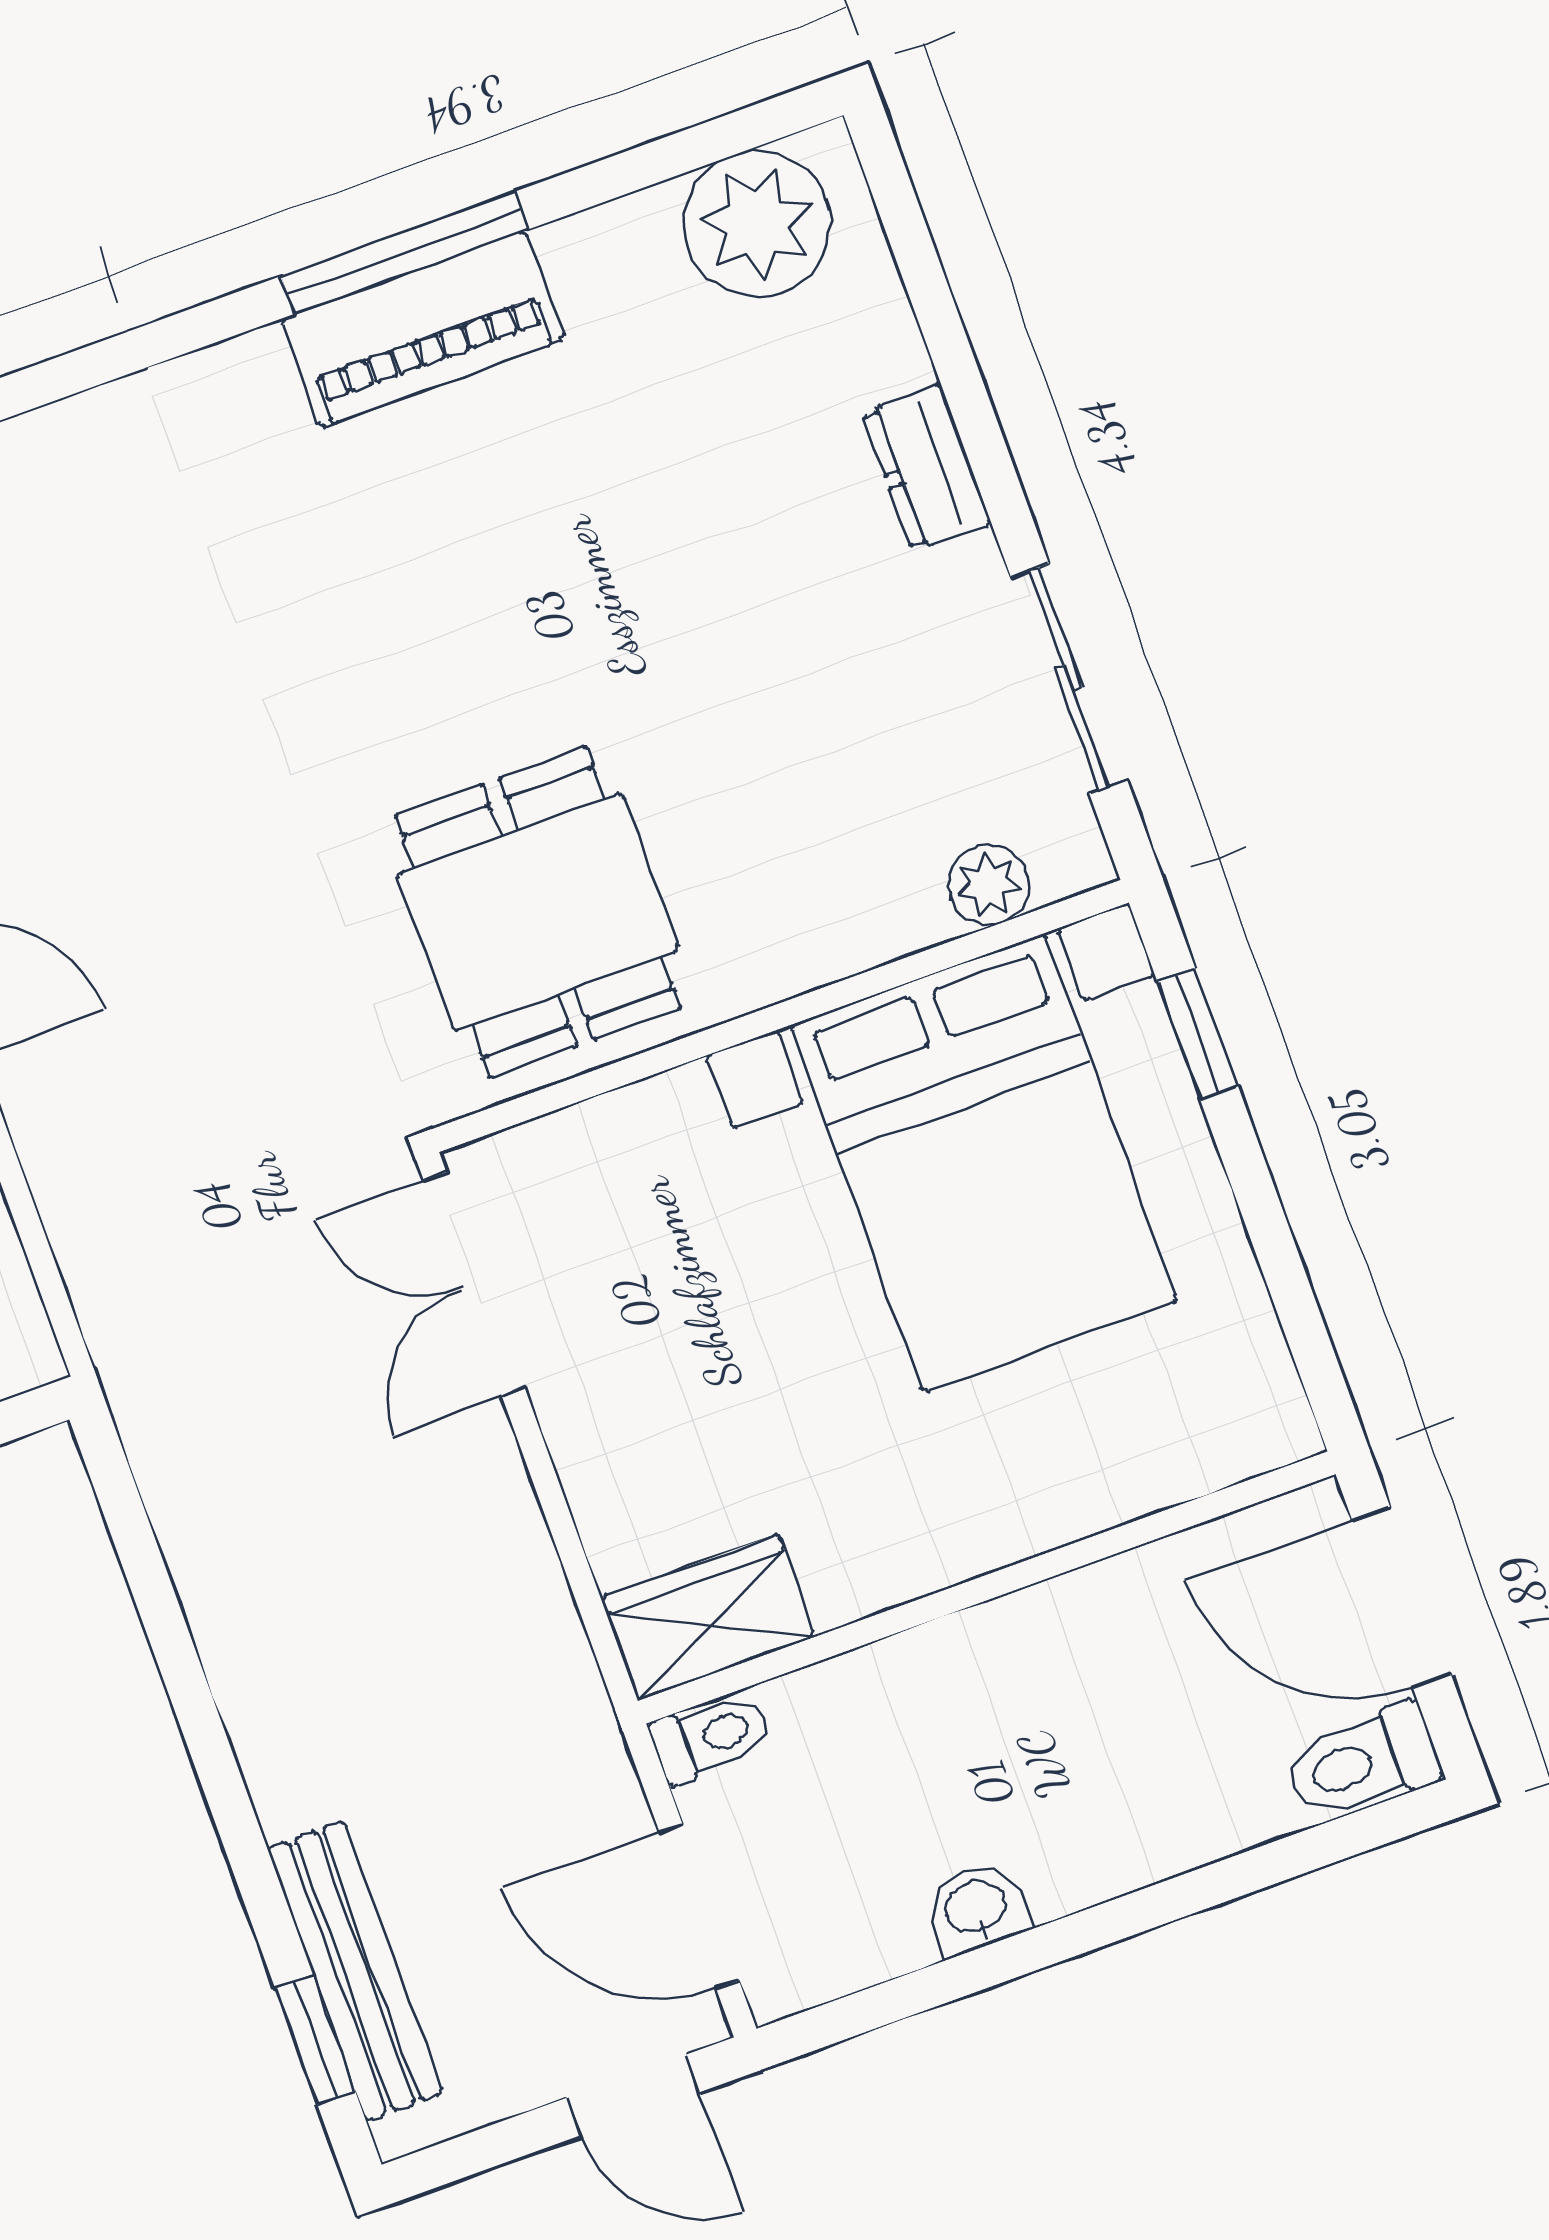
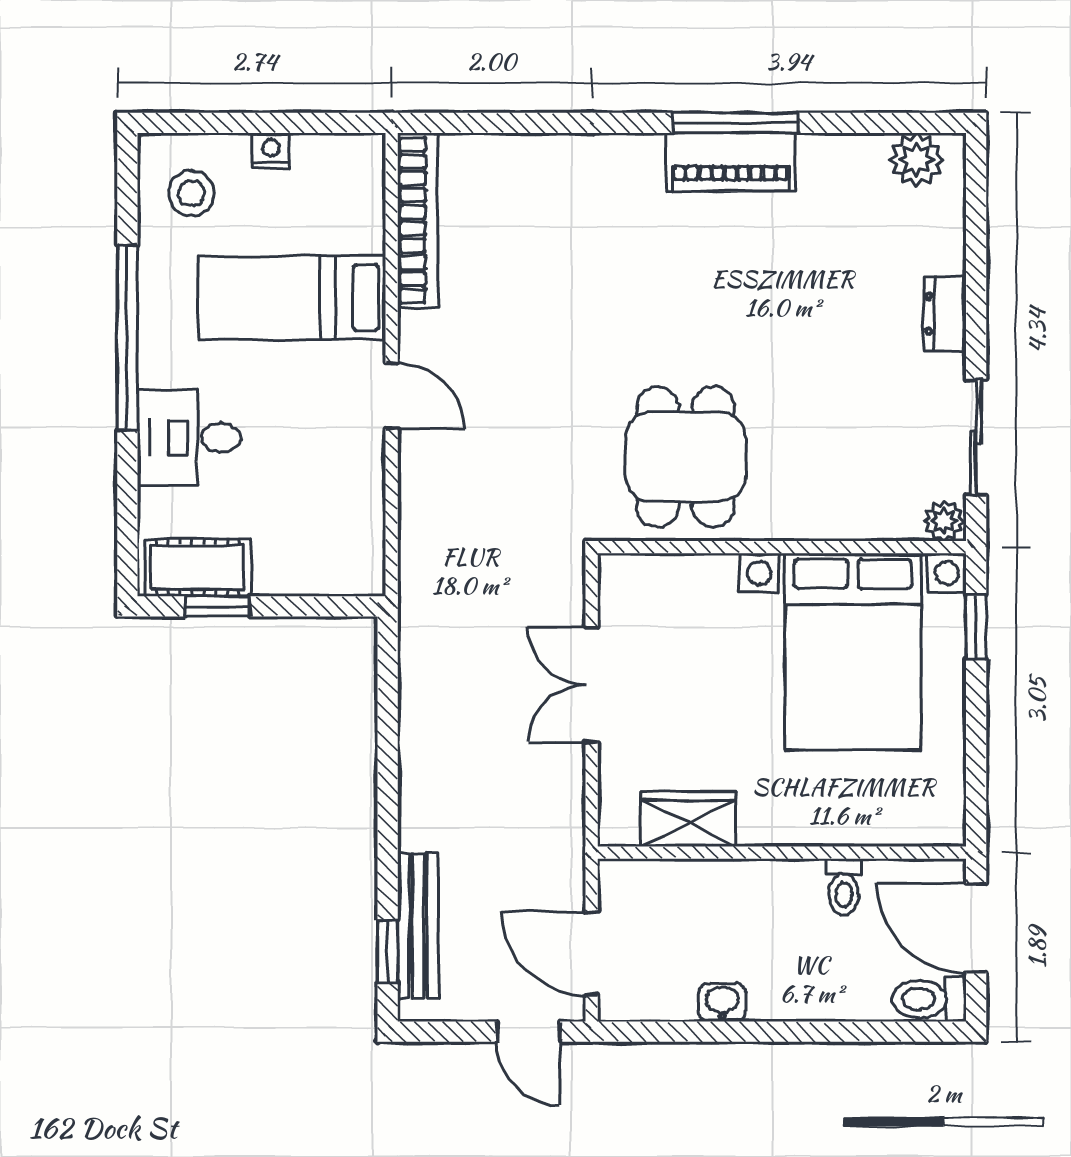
plant: (757, 224) -> (916, 160), width x0.73, depth x0.73
plant: (989, 885) -> (944, 521), moved
double door: (474, 1285) -> (592, 685), moved
wardrobe: (708, 1617) -> (688, 819), moved
toilet: (711, 1737) -> (844, 887), moved, turned 90

